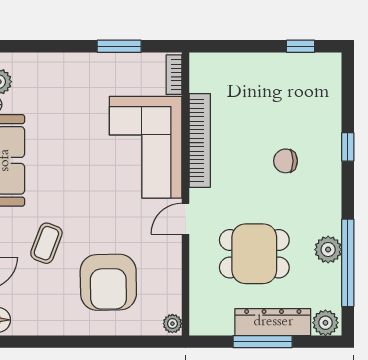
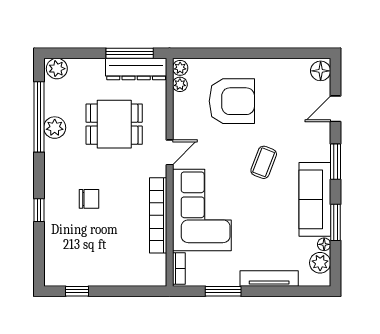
tv unit: (62, 62) -> (269, 279), added
coffee table: (46, 243) -> (264, 162), moved
armchair: (108, 282) -> (232, 101), turned 91
plant: (173, 303) -> (180, 84), added
dresser: (273, 322) -> (136, 69), moved
window: (263, 342) -> (130, 53), moved

